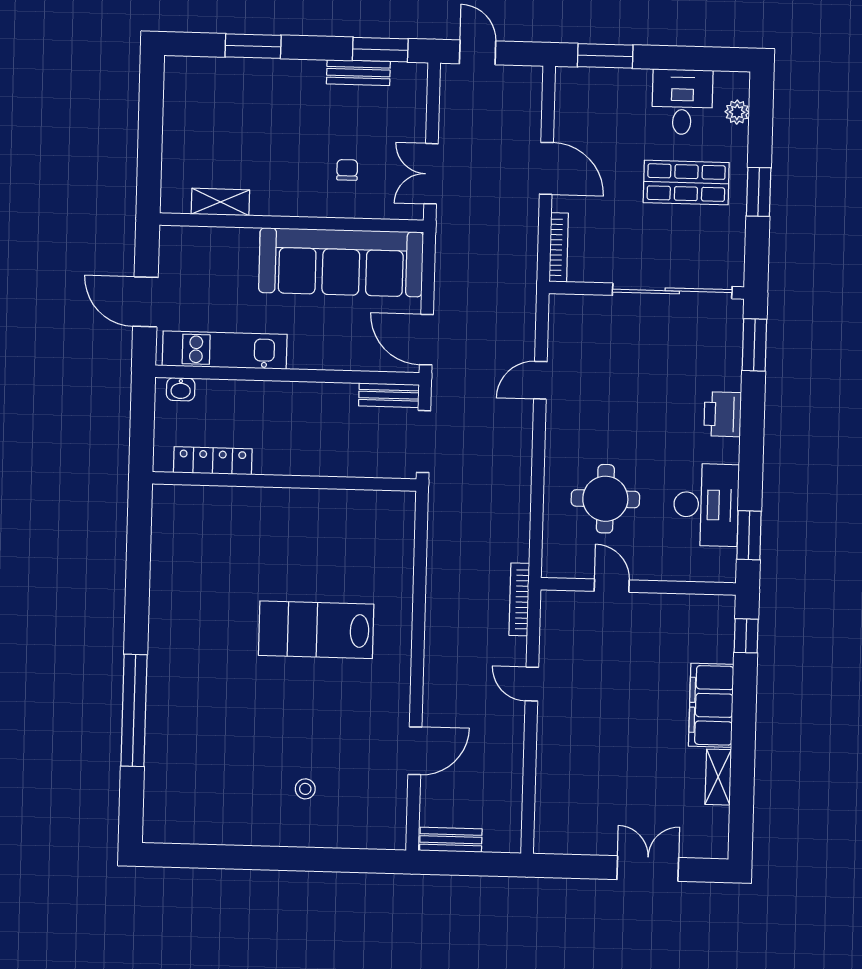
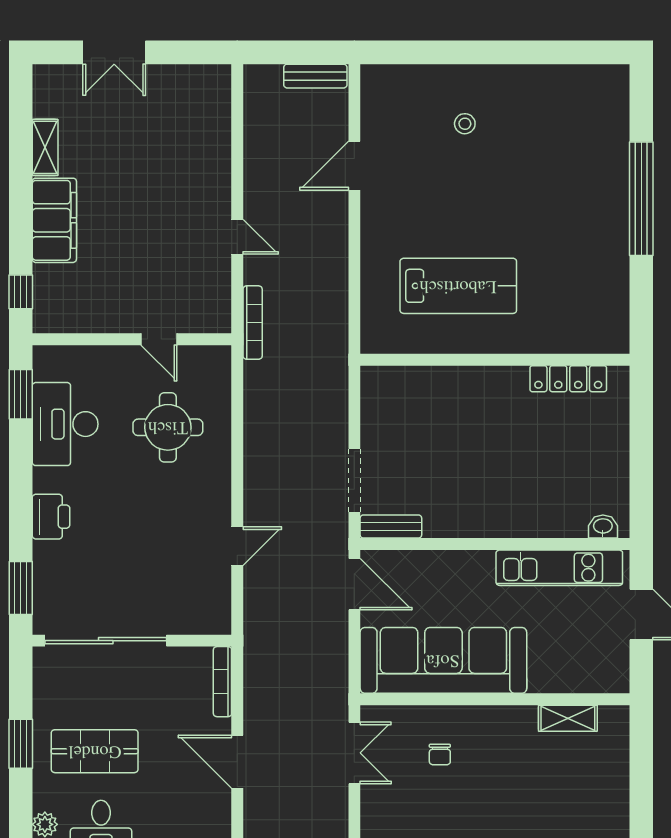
locker: (213, 461) -> (568, 379), moved
wall: (284, 481) -> (495, 360), moved

